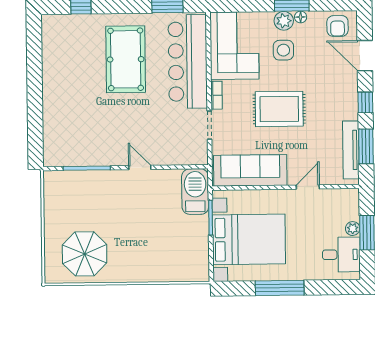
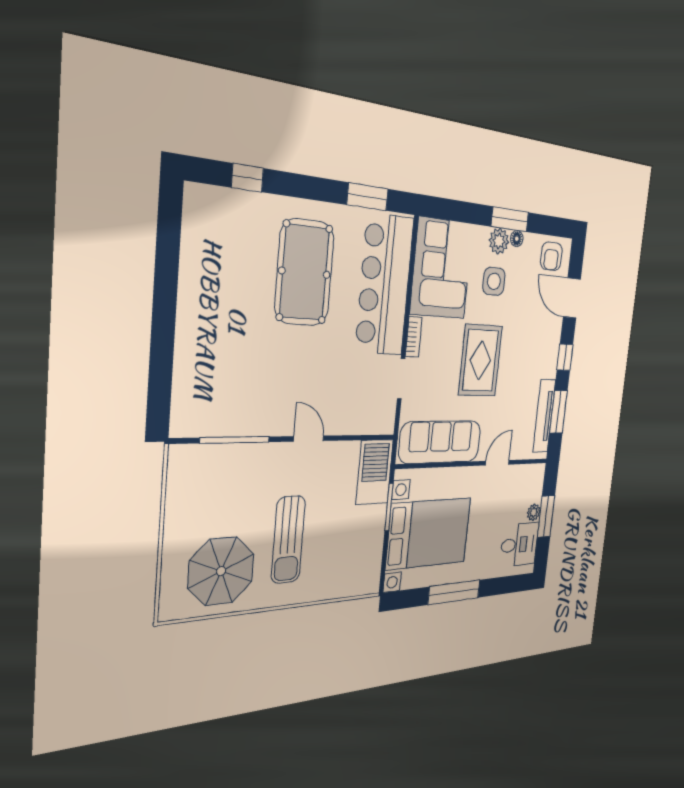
rug: (279, 109) -> (480, 360), turned 90
sun lounger: (131, 236) -> (288, 540), added

